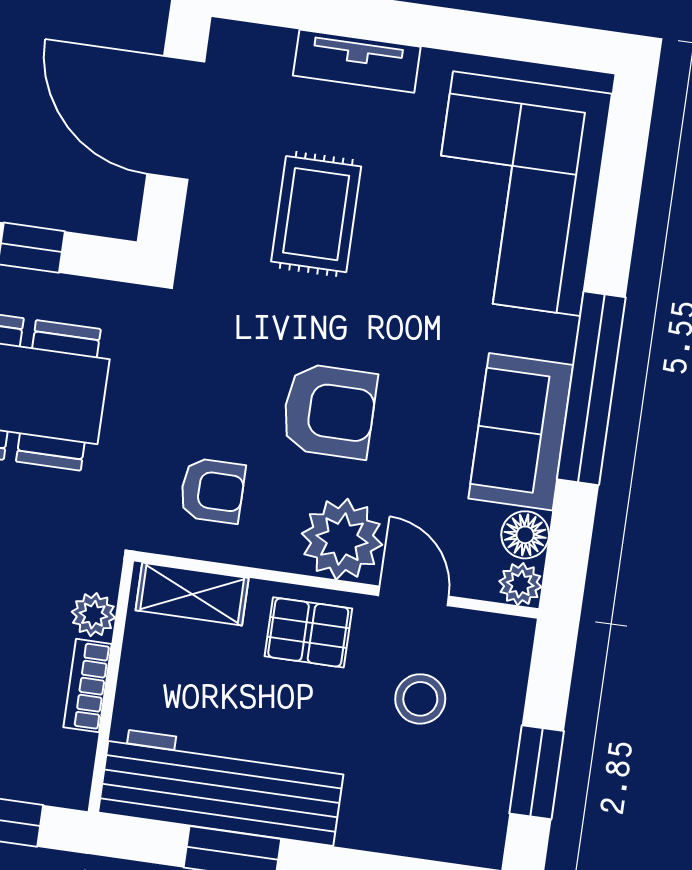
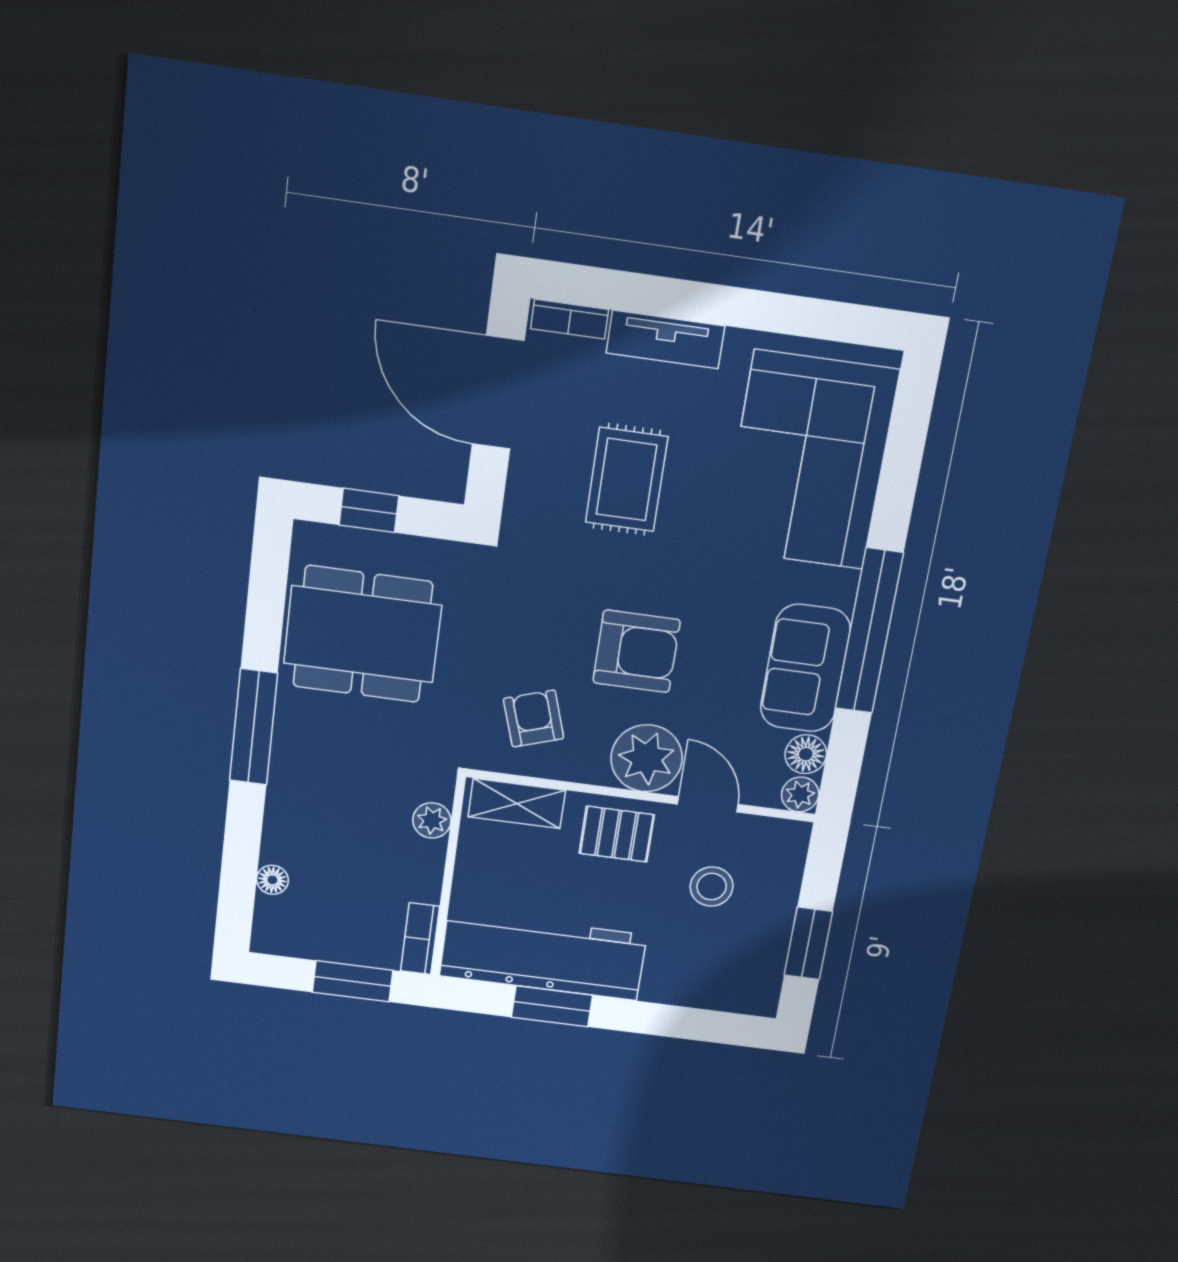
bookcase: (253, 39) -> (570, 319), added
armchair: (212, 491) -> (534, 719), turned -108
bookcase: (88, 686) -> (420, 939), moved

